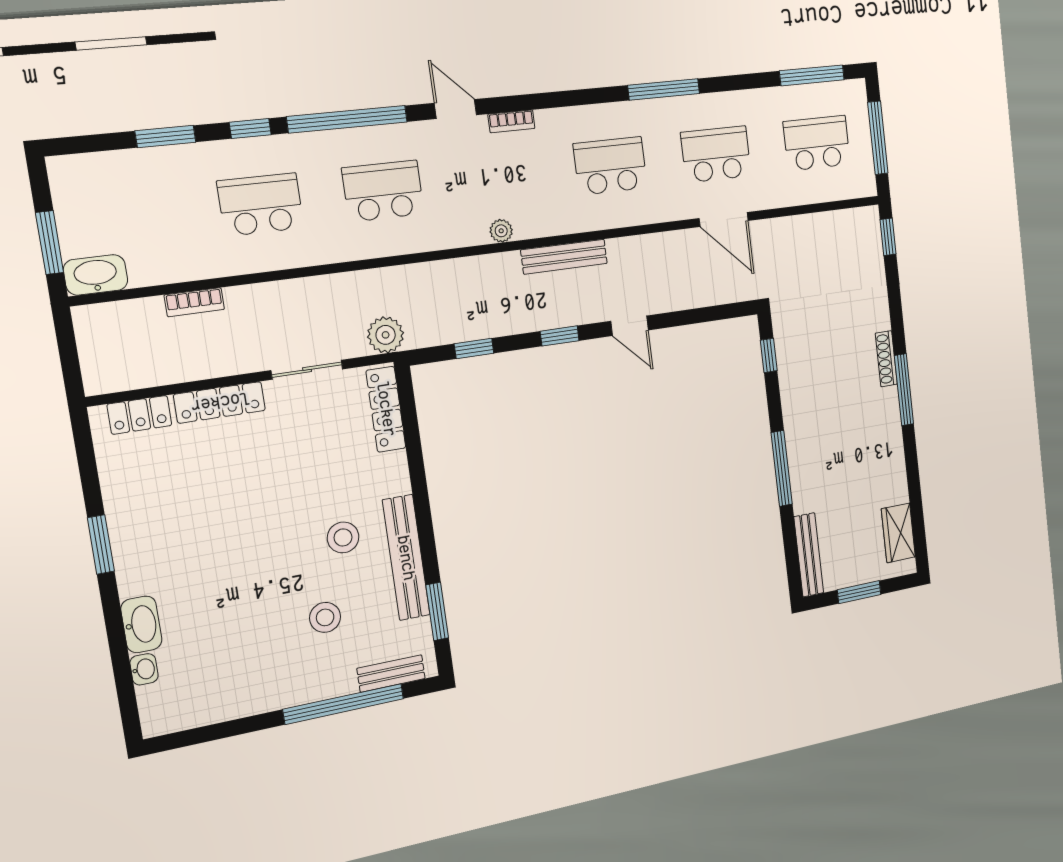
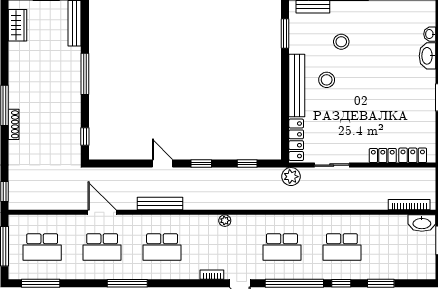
bench: (564, 257) -> (160, 204), moved
bookcase: (194, 302) -> (409, 205), moved, width x1.56
locker: (220, 402) -> (383, 156), width x0.66
bench: (406, 558) -> (297, 86), moved

